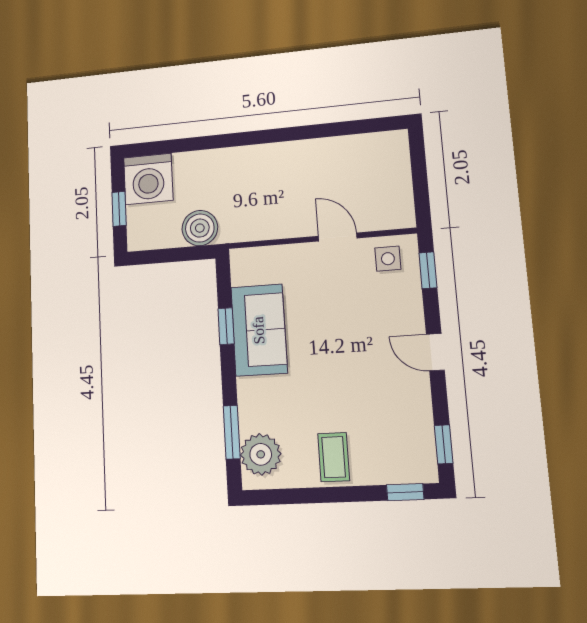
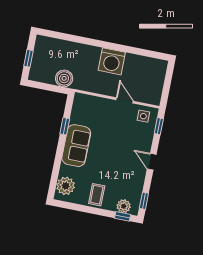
washing machine: (148, 179) -> (112, 61), moved
sofa: (259, 330) -> (76, 146), moved
window: (232, 432) -> (55, 173), removed
plant: (401, 468) -> (124, 206), added

